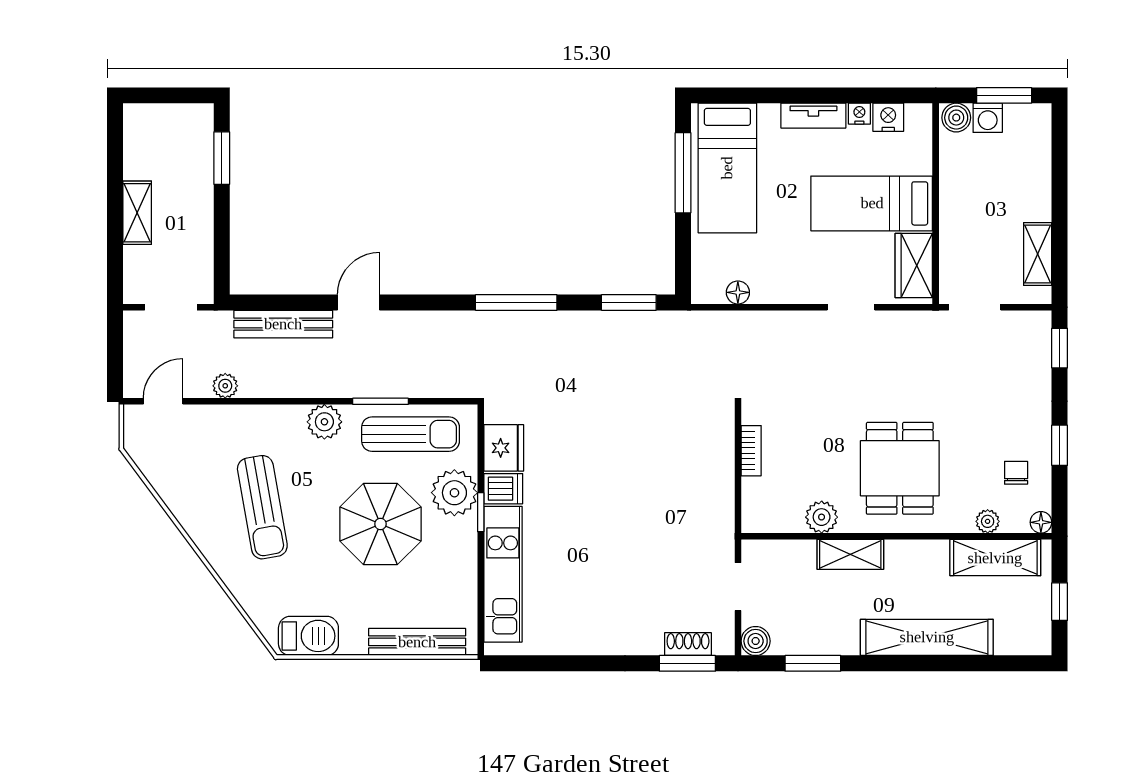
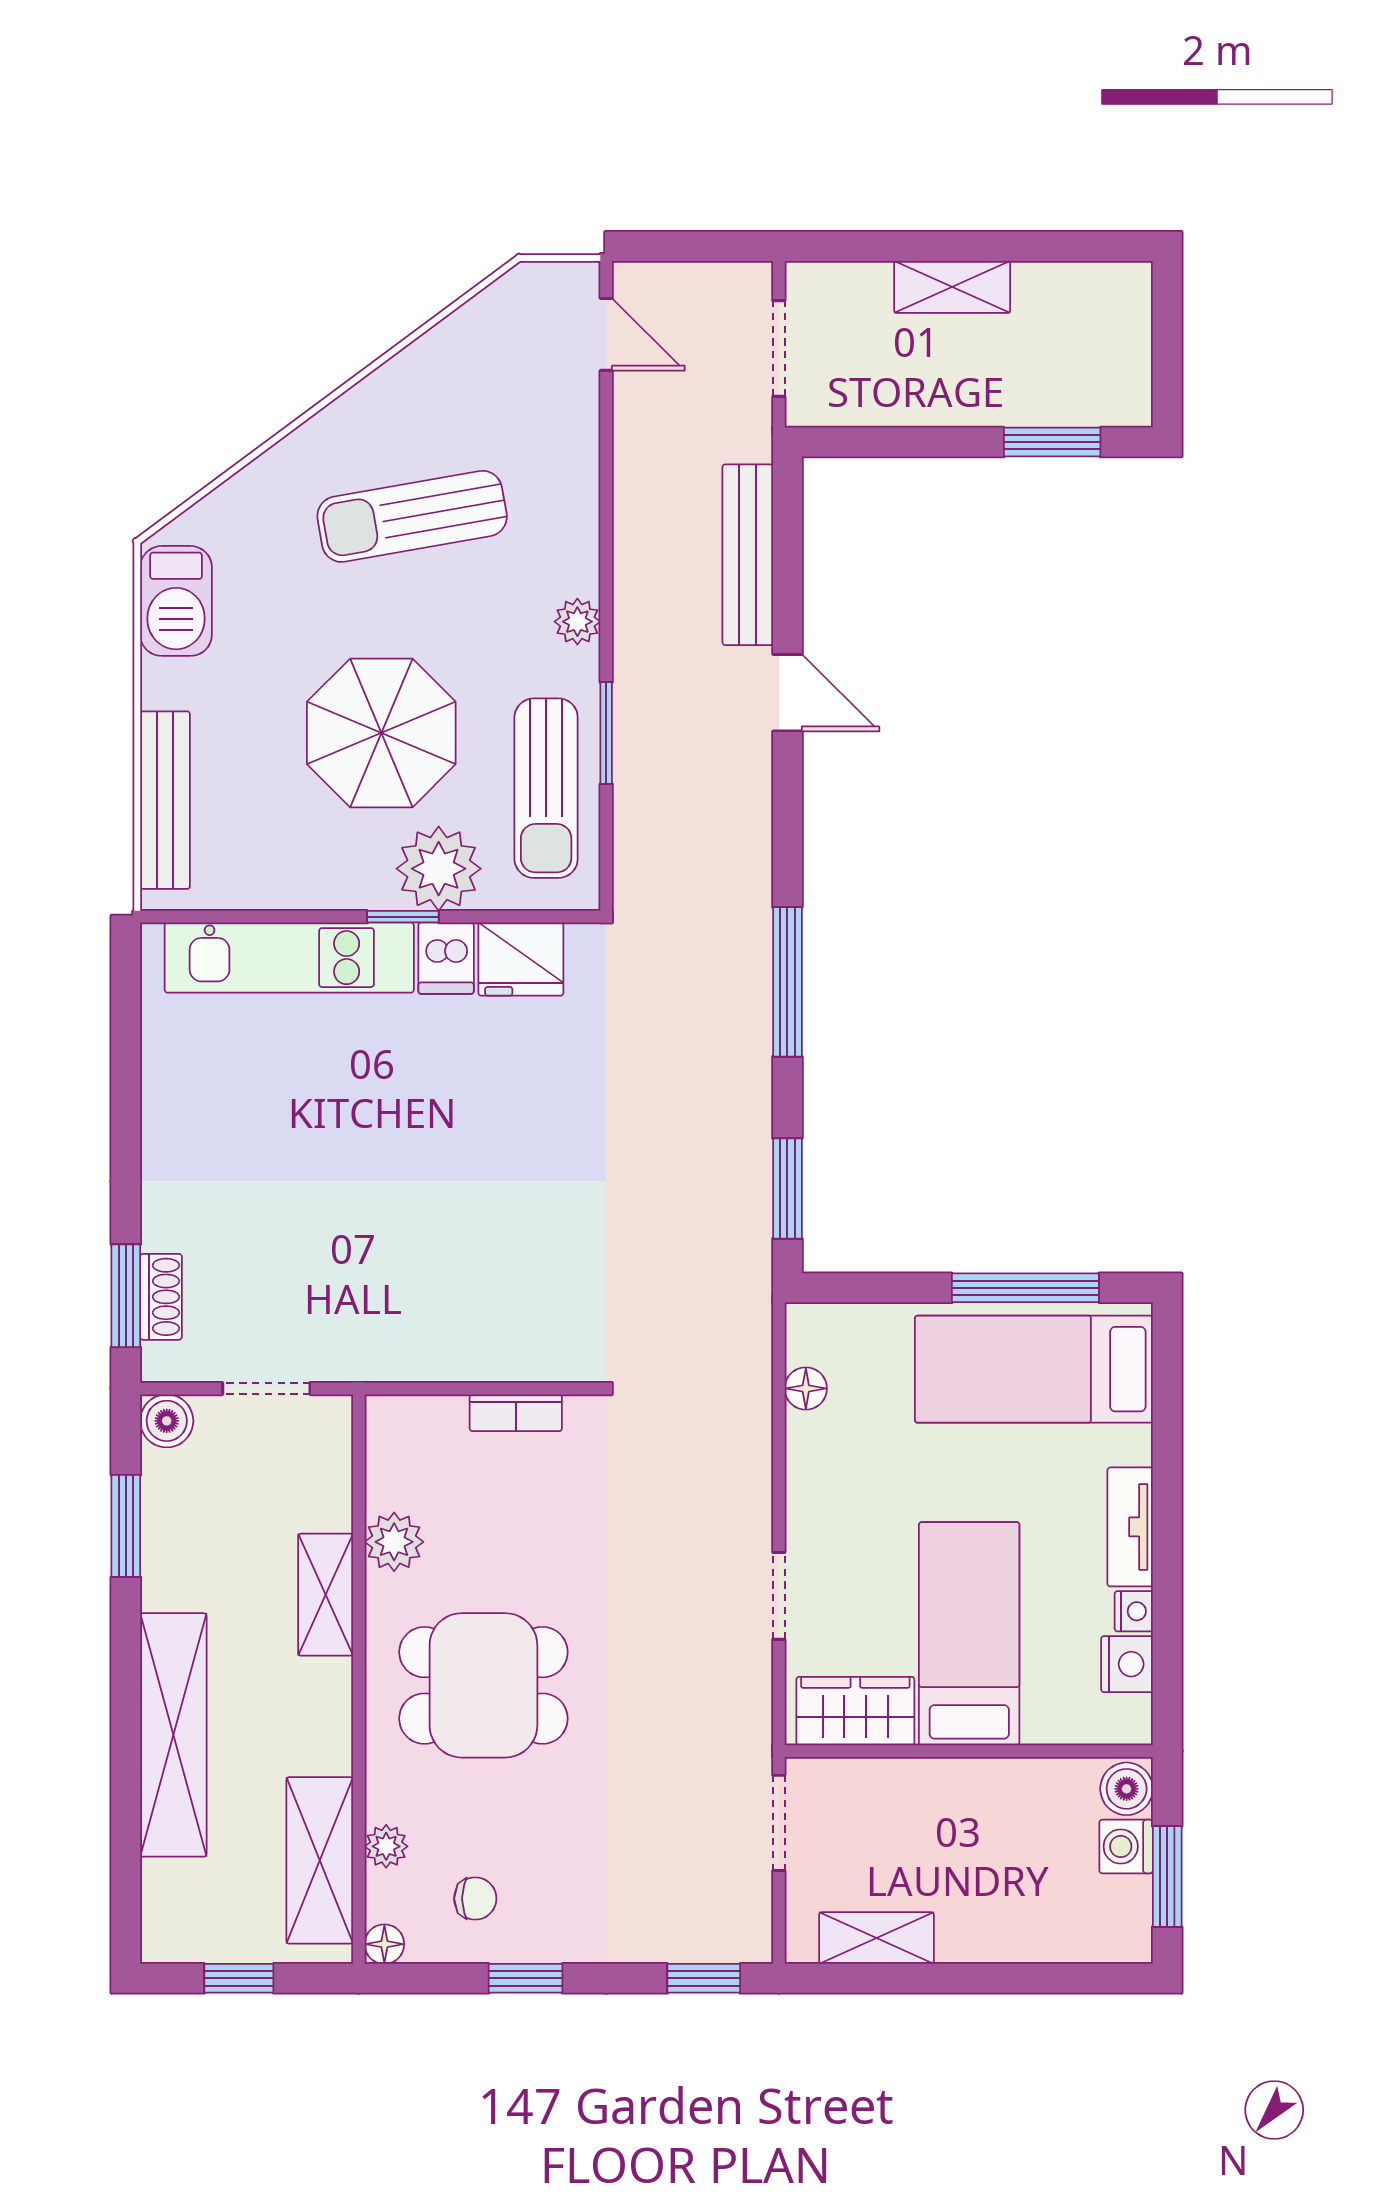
plant: (225, 386) -> (635, 448), removed
plant: (324, 422) -> (577, 622), width x0.73, depth x0.73

